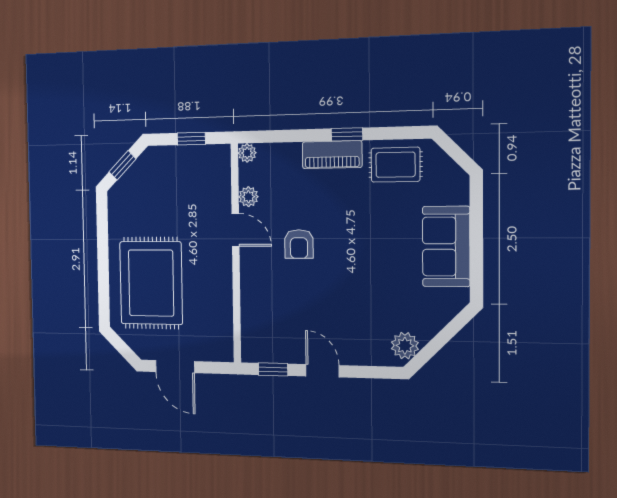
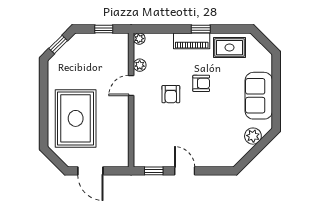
armchair: (349, 226) -> (201, 83), added
door: (236, 230) -> (131, 85), swing flipped
plant: (405, 346) -> (253, 136), moved

